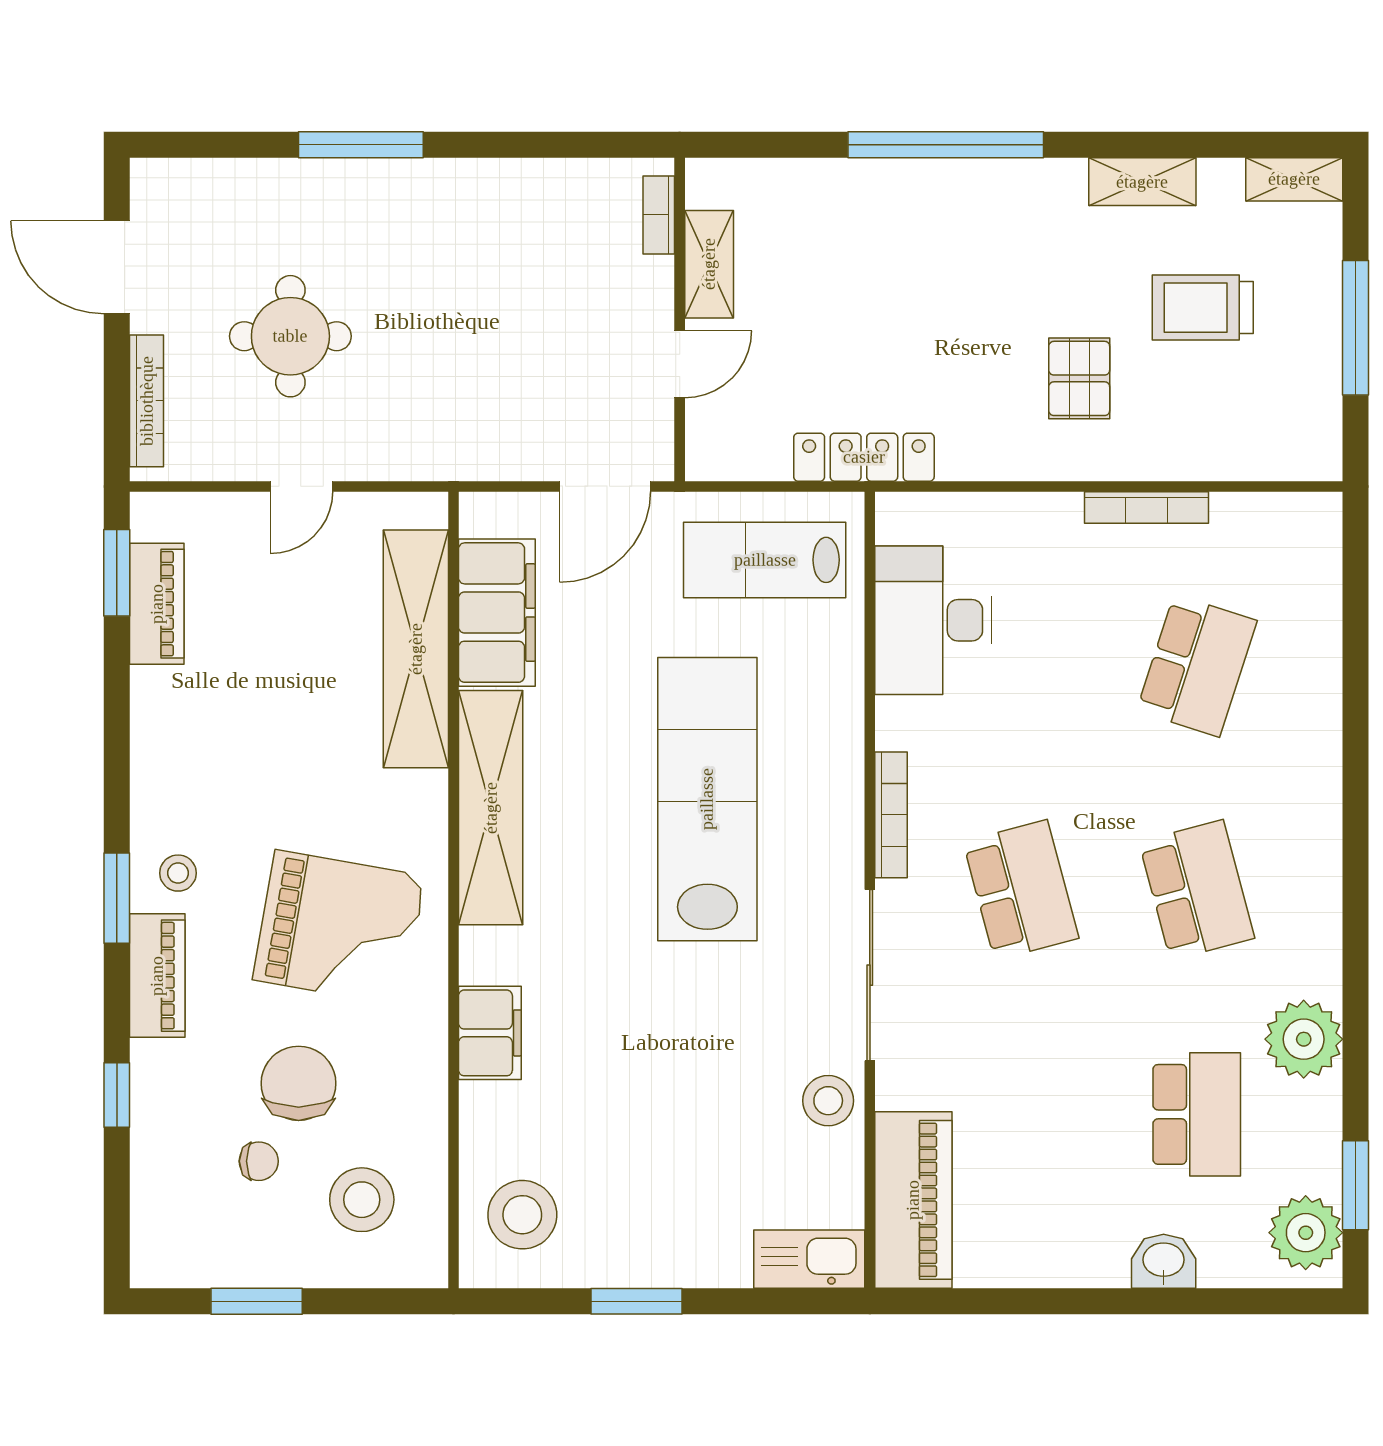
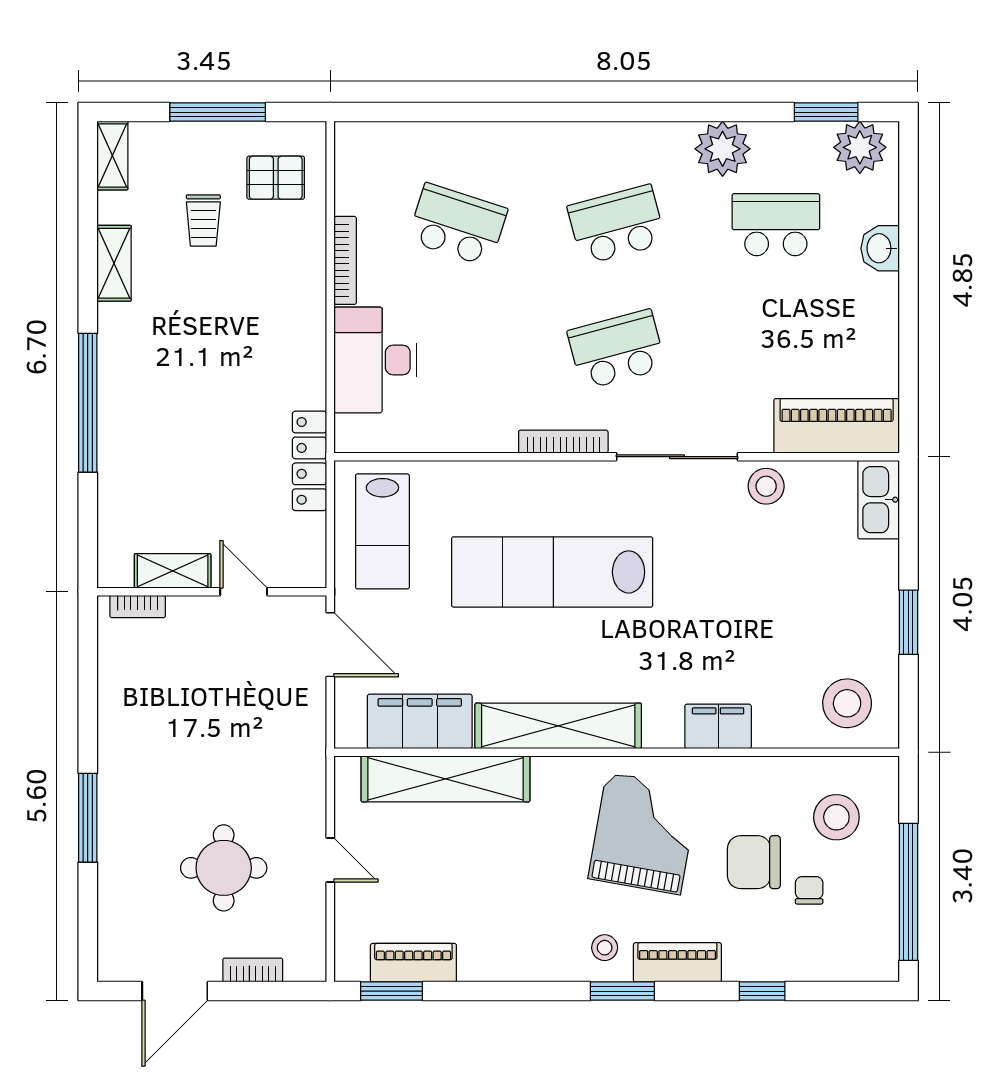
trolley: (1203, 308) -> (203, 220), width x0.73, depth x0.72
pallet: (1079, 378) -> (276, 178), moved
bookcase: (147, 401) -> (253, 970), width x0.64
desk: (933, 620) -> (375, 360), moved, turned 90
window: (257, 1301) -> (908, 892), width x2.11

